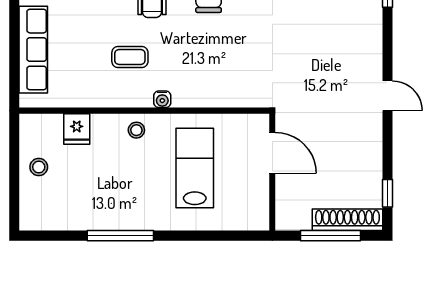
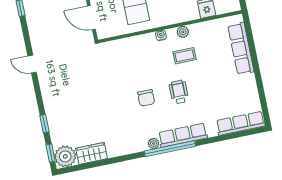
plant: (124, 97) -> (183, 32), added
stool: (136, 130) -> (172, 15), removed

